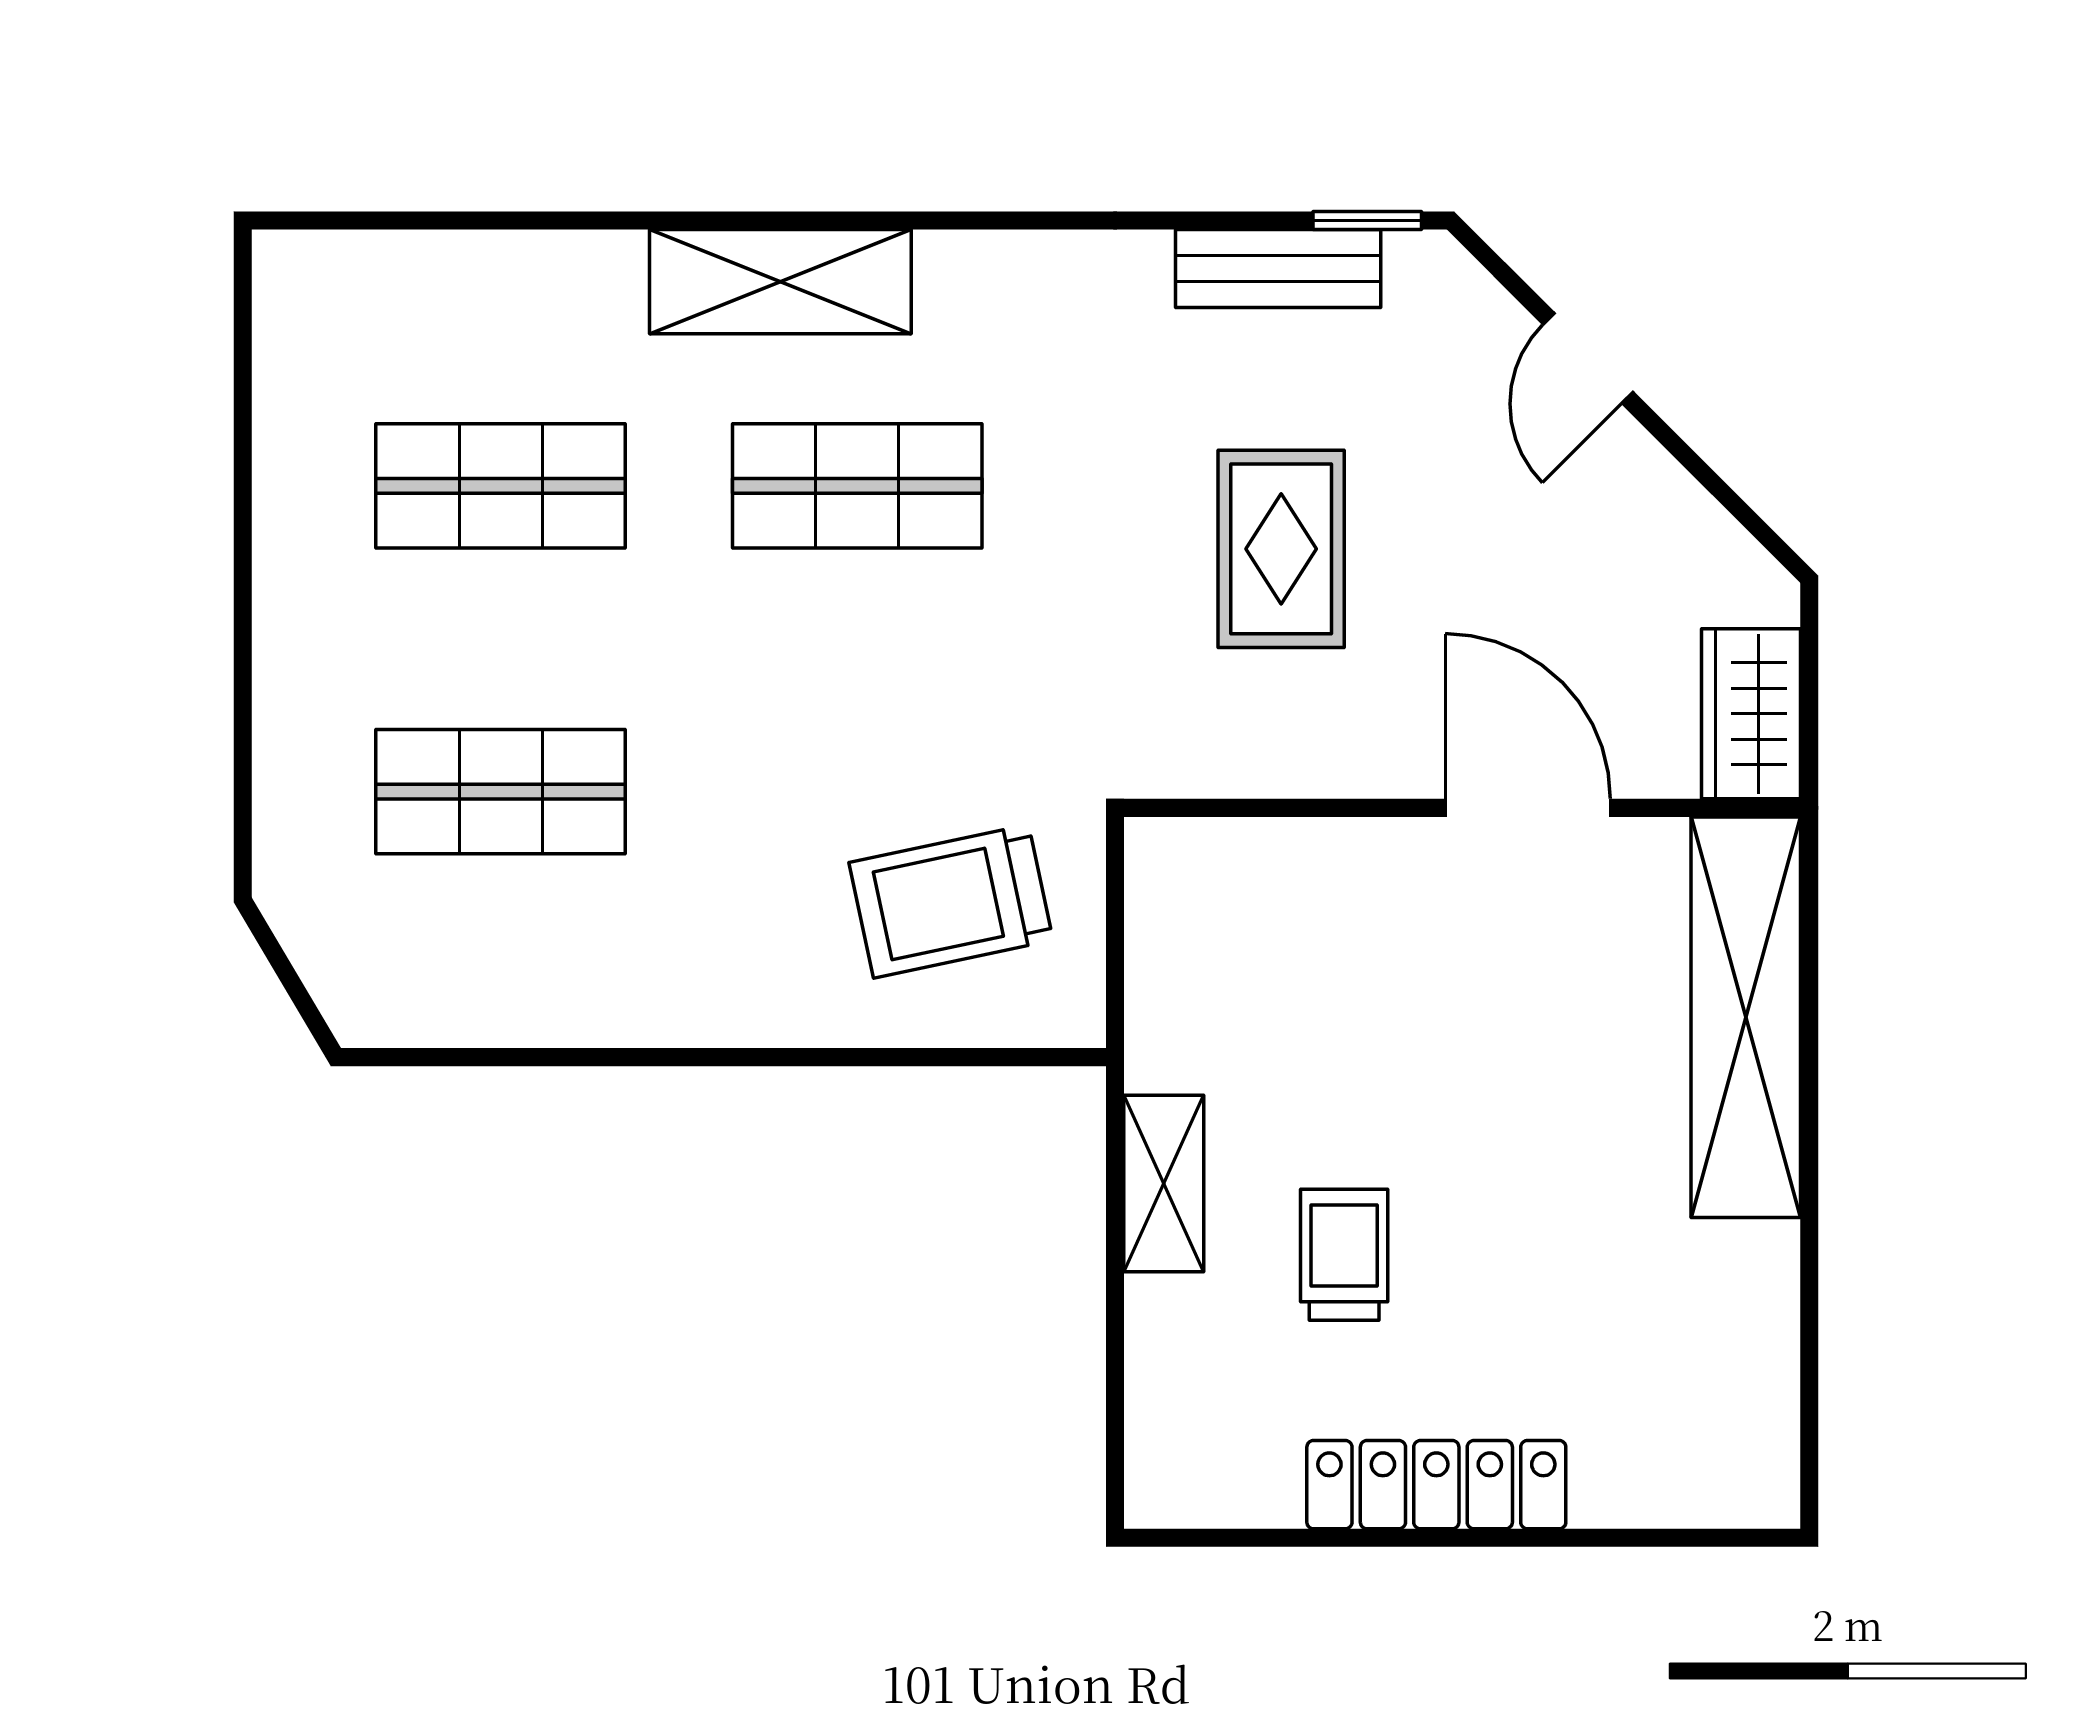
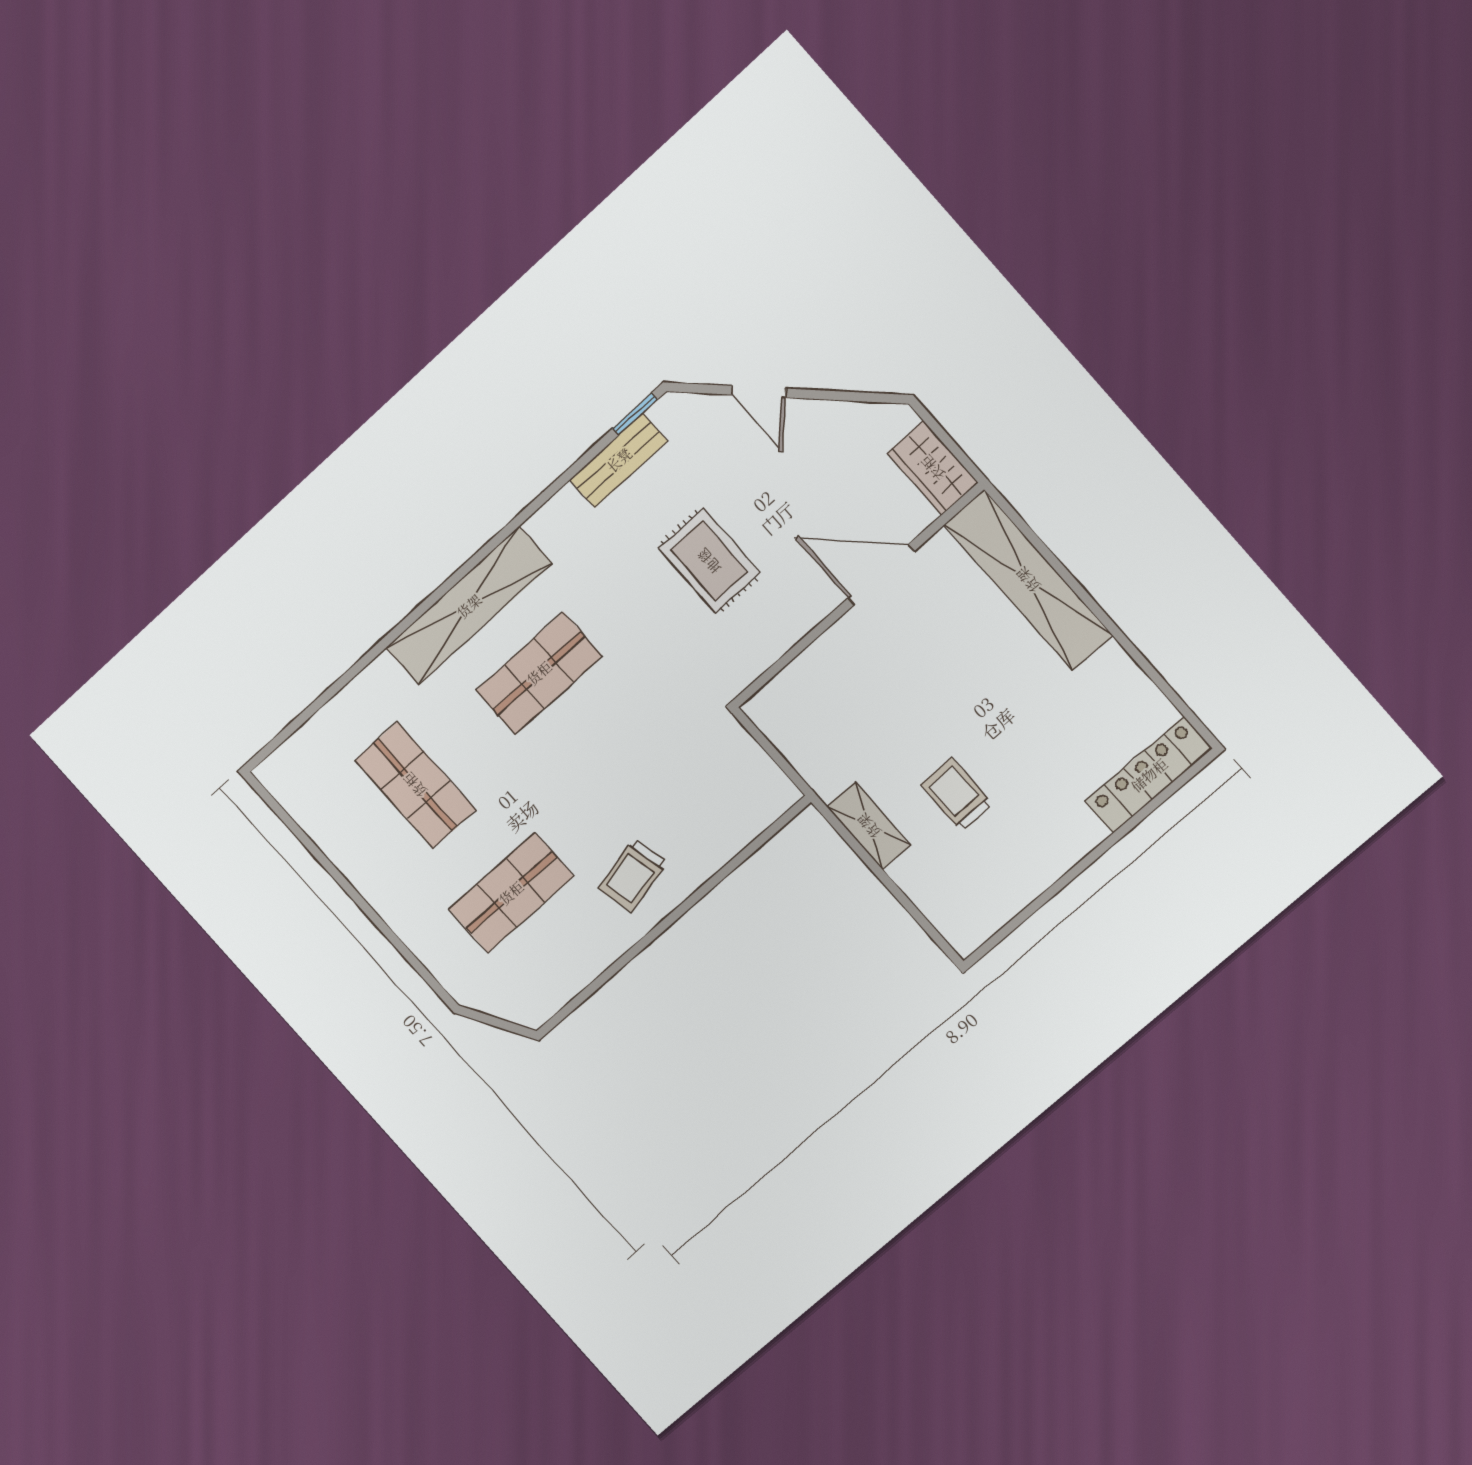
shelving: (780, 282) -> (469, 606), width x1.47
shop shelf: (501, 486) -> (415, 785), turned 90
trolley: (951, 901) -> (633, 875), moved, width x0.73, depth x0.72
locker: (1436, 1485) -> (1149, 775), moved

